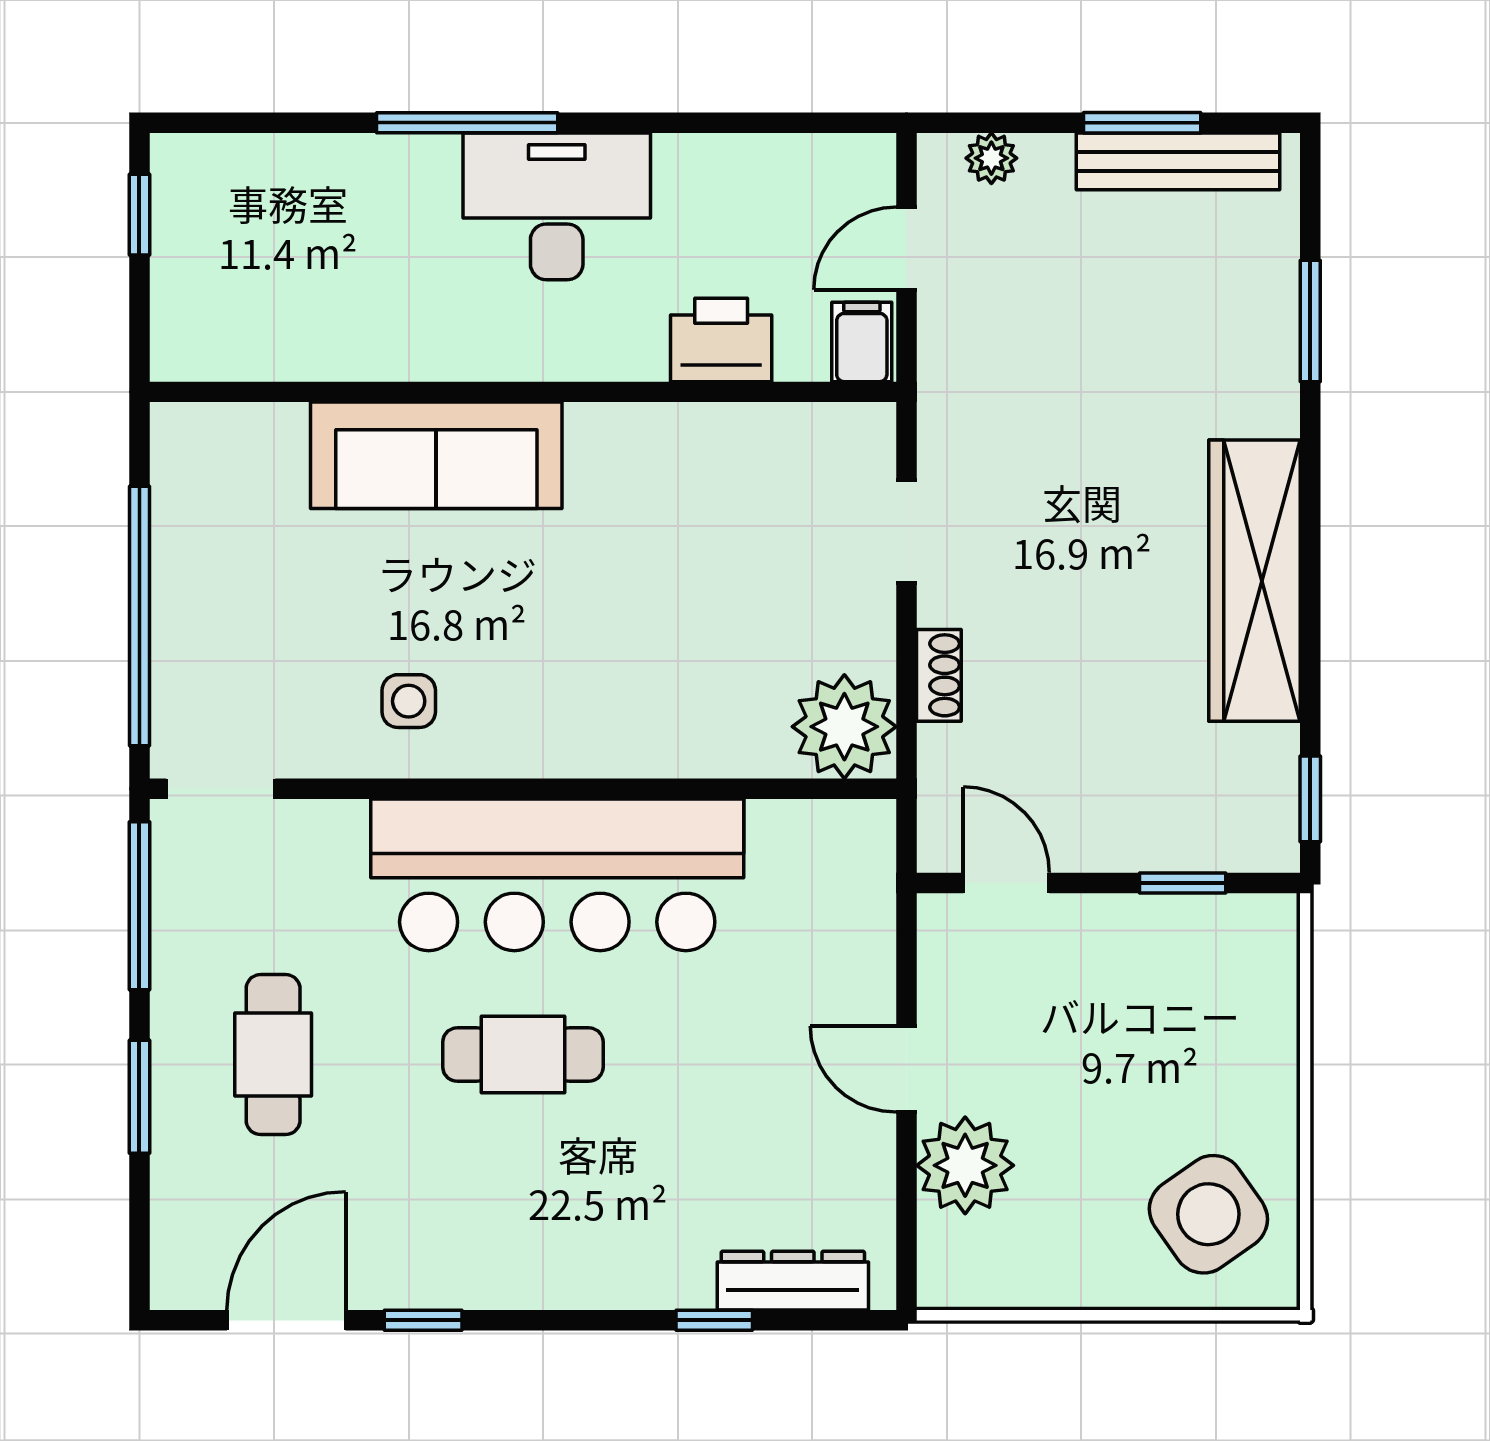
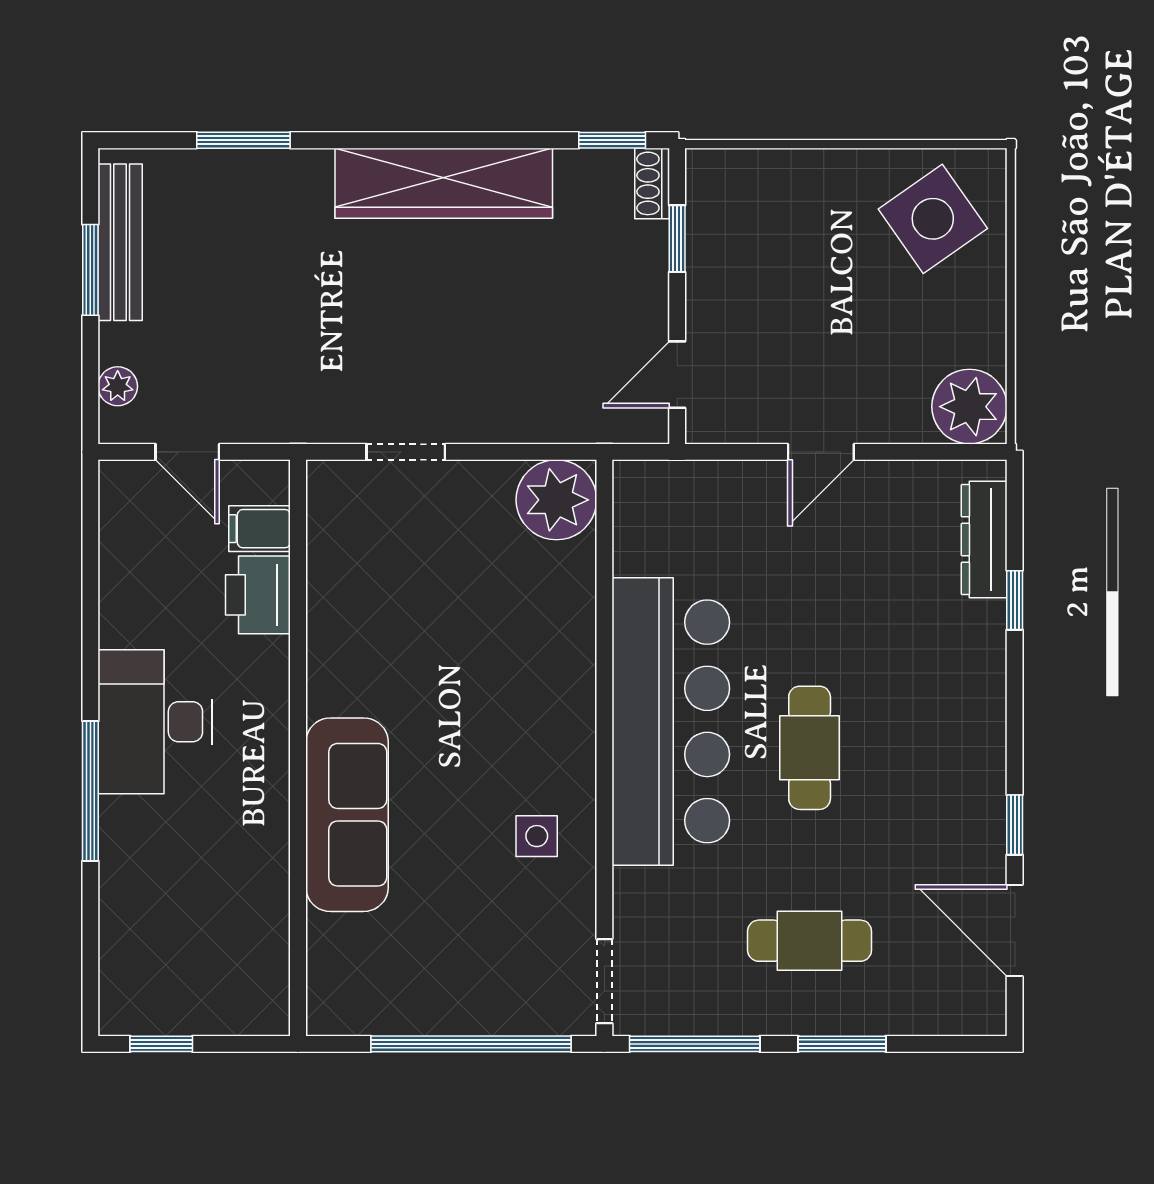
filing cabinet: (862, 342) -> (260, 529), moved
shoe rack: (939, 675) -> (652, 183), moved, turned -90
plant: (965, 1165) -> (969, 407), moved

